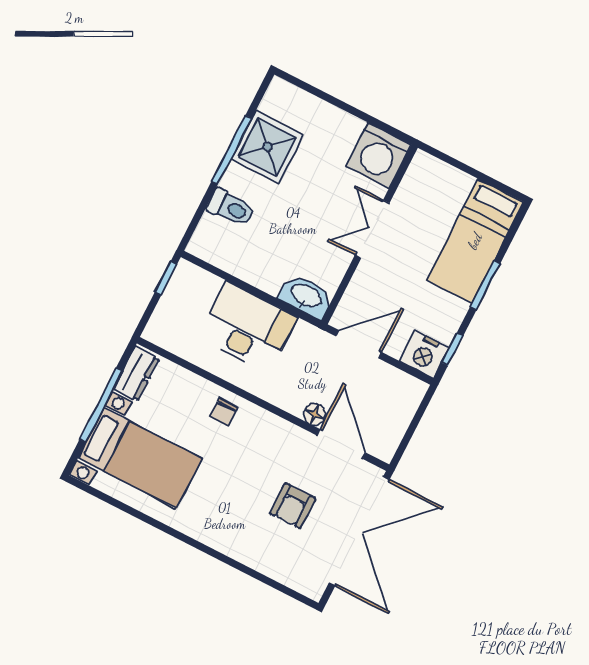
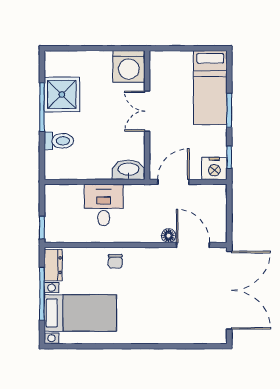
window: (166, 278) -> (42, 228), moved
desk: (247, 327) -> (104, 205), width x0.73
armchair: (293, 506) -> (183, 295), removed

